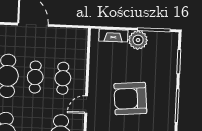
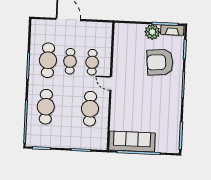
fireplace: (113, 36) -> (172, 30), moved
armchair: (130, 99) -> (160, 62), moved
door: (86, 105) -> (111, 83), hinge flipped

